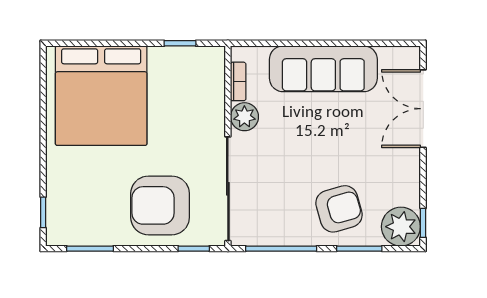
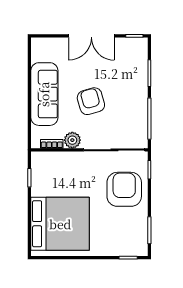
double door: (423, 109) -> (91, 36), moved
armchair: (160, 205) -> (124, 189), turned 180
armchair: (339, 209) -> (91, 101), moved
plant: (401, 227) -> (136, 49), removed

